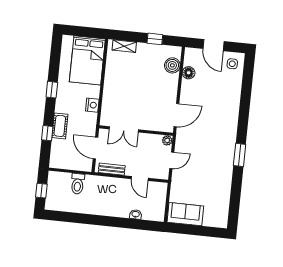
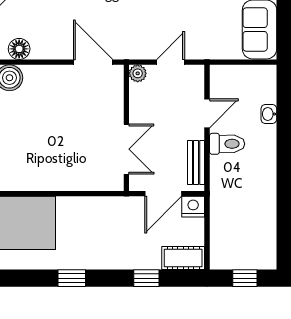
nightstand: (92, 105) -> (193, 207), moved
cot: (60, 126) -> (183, 258), moved
door: (172, 160) -> (171, 62), hinge flipped
toilet: (78, 184) -> (227, 144), moved

